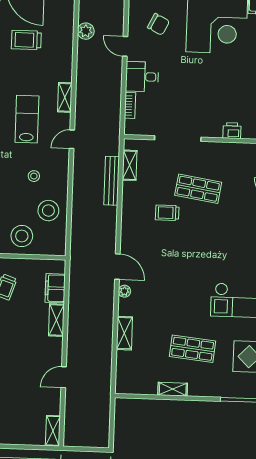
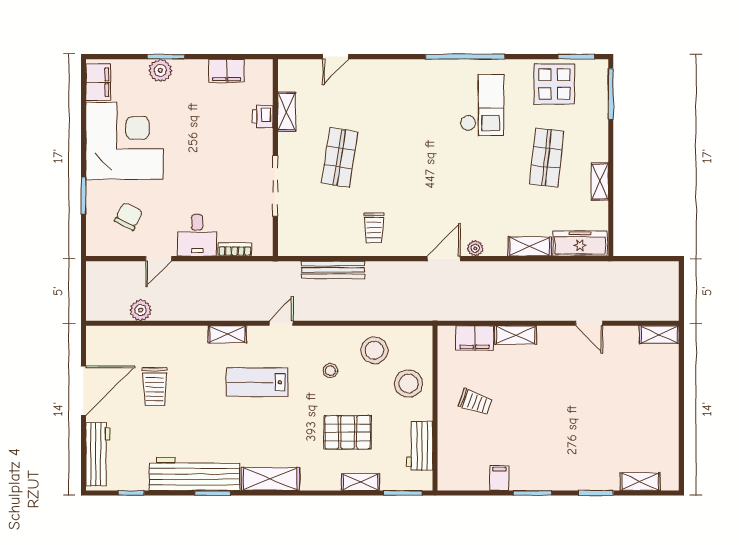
door: (72, 139) -> (281, 323), swing flipped
shelving: (130, 165) -> (287, 112), moved, turned 90
trolley: (167, 213) -> (374, 228), moved
freezer: (125, 372) -> (580, 244), added

